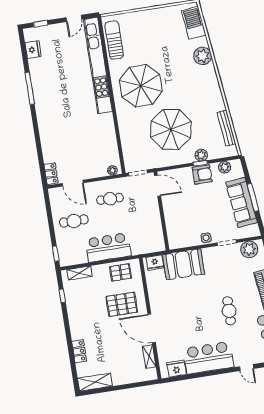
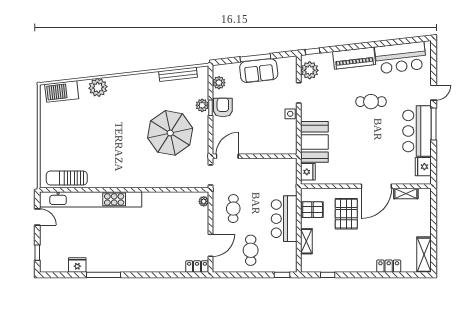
fridge: (33, 50) -> (77, 265), moved
parasol: (141, 86) -> (119, 157), removed
sofa: (241, 202) -> (259, 71), width x0.73
pallet: (121, 272) -> (313, 210), turned 90
shelving: (79, 273) -> (306, 241), moved
window: (217, 372) -> (434, 124), added

